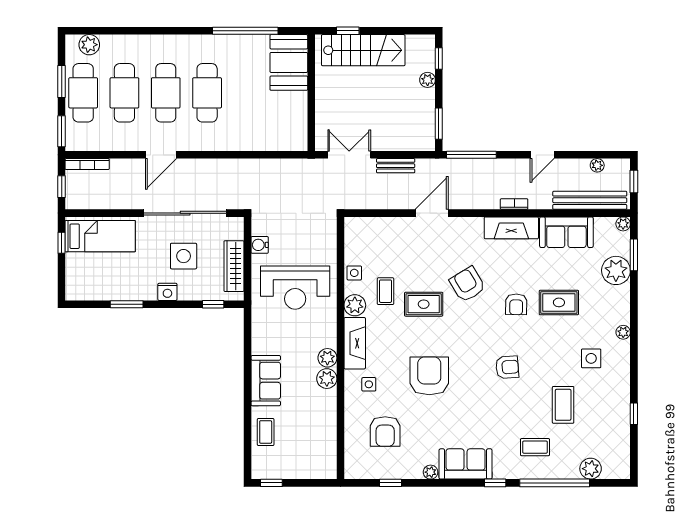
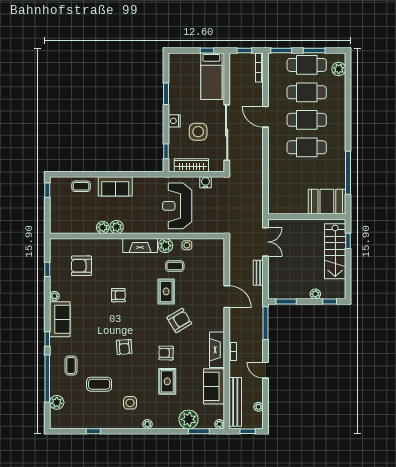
plant: (327, 358) -> (103, 227), moved
armchair: (429, 376) -> (118, 295), width x0.53, depth x0.53
side table: (369, 384) -> (113, 255), removed

